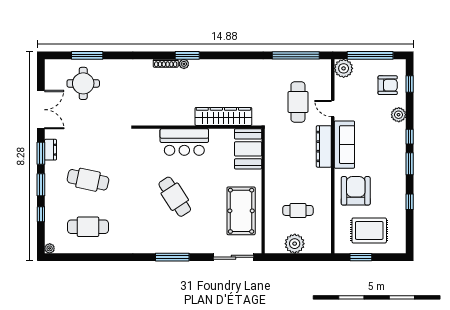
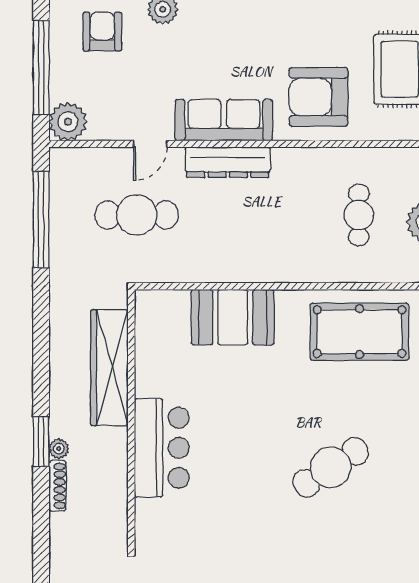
wardrobe: (223, 116) -> (109, 368), moved
wall: (198, 127) -> (131, 420), moved
bar counter: (184, 142) -> (162, 448), moved

